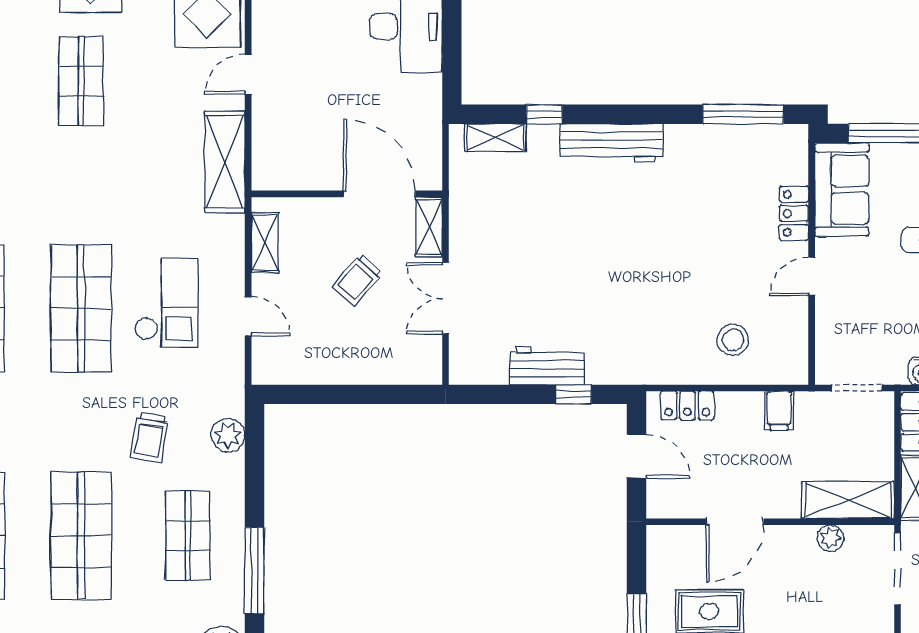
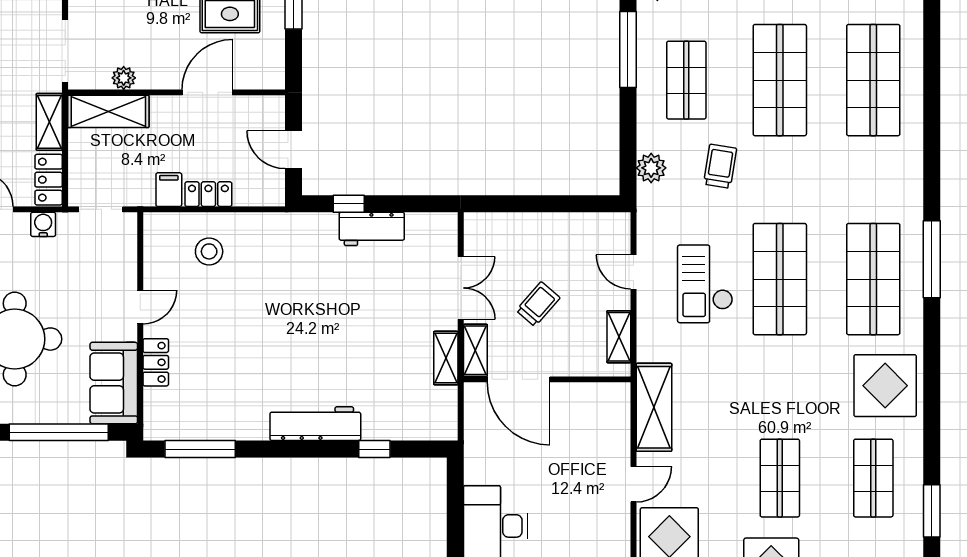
shelving: (495, 138) -> (446, 358), moved, turned 90
locker: (687, 405) -> (208, 194), moved

